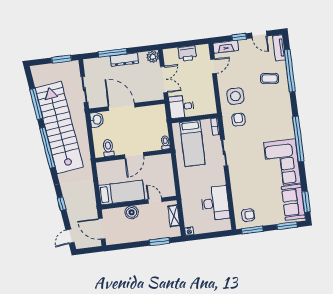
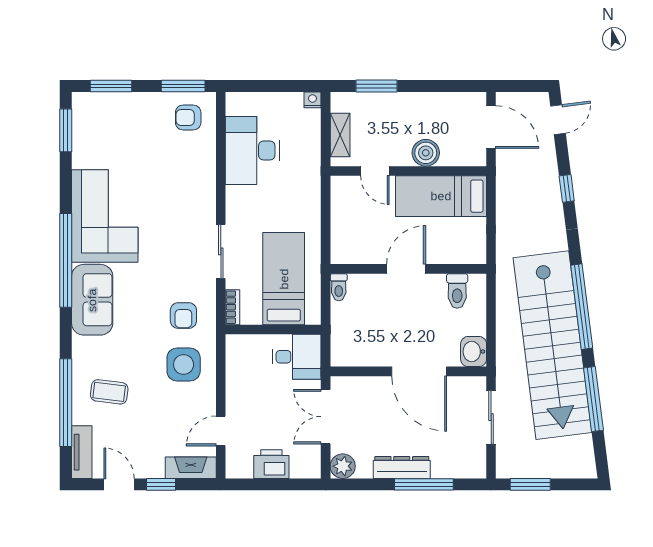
sofa: (293, 202) -> (92, 300), moved

